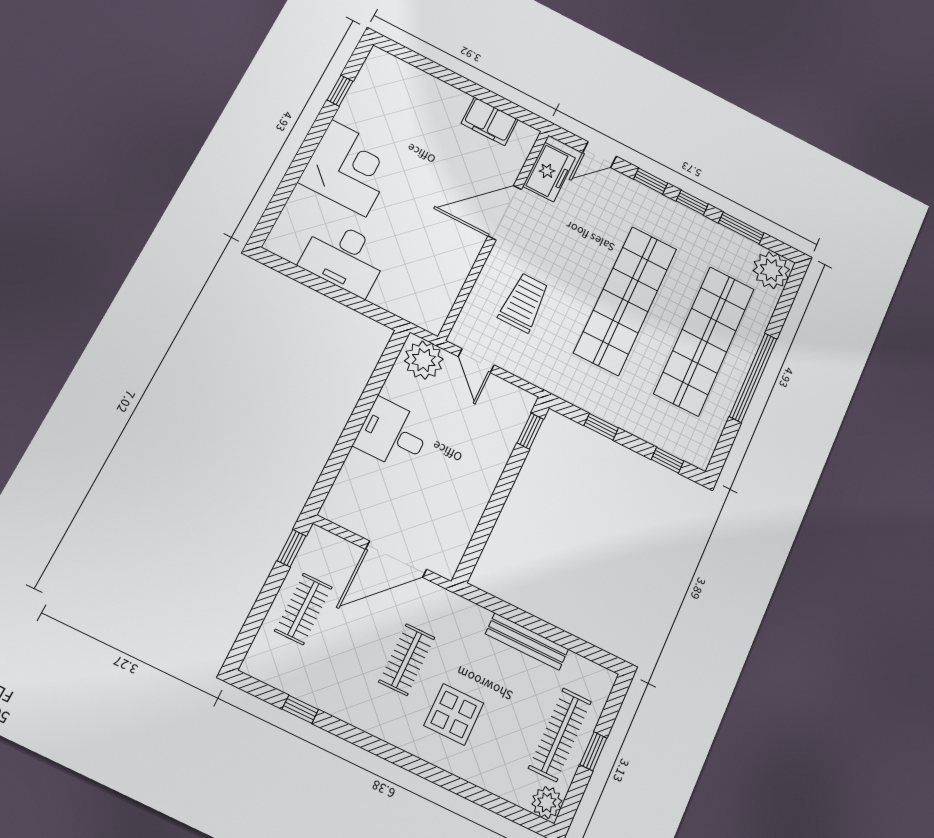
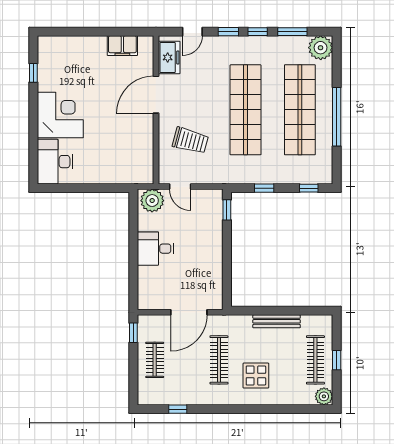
desk: (344, 258) -> (55, 162), moved, turned 90
trolley: (524, 303) -> (190, 141), turned 105
clothes rail: (407, 660) -> (219, 360), width x1.36

